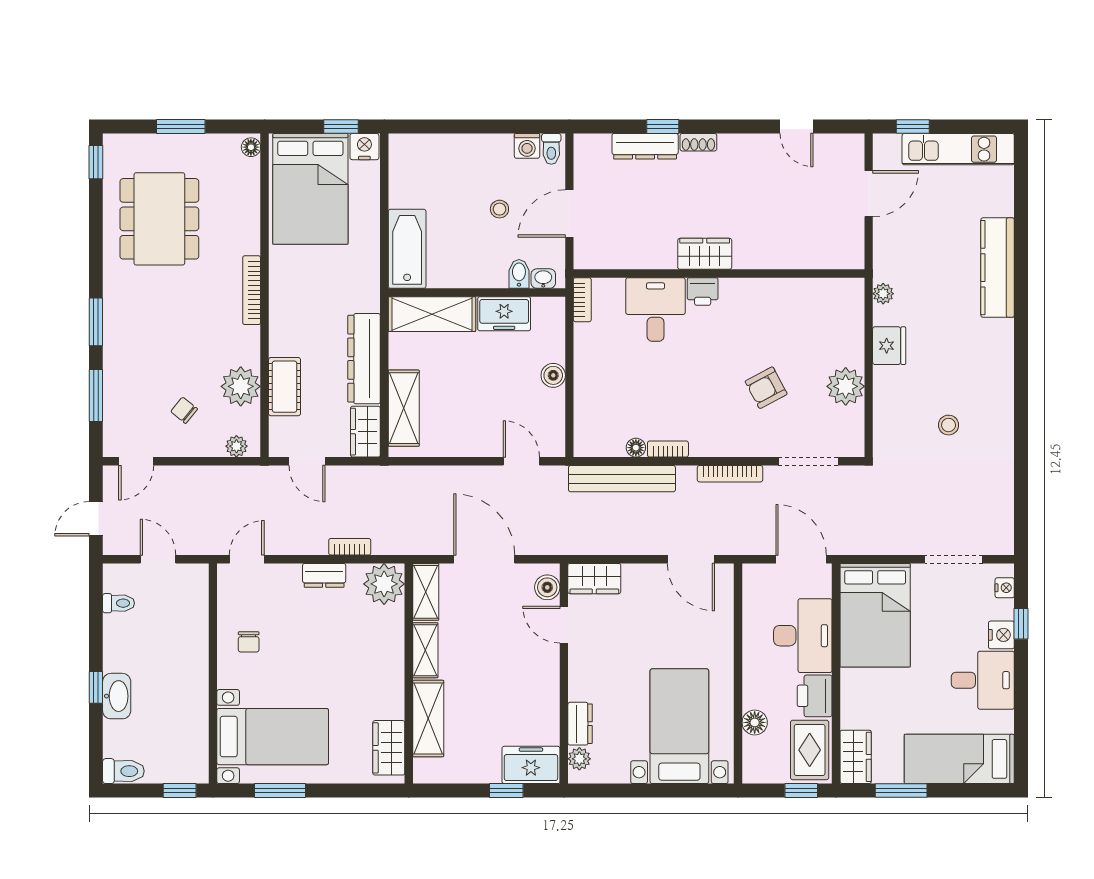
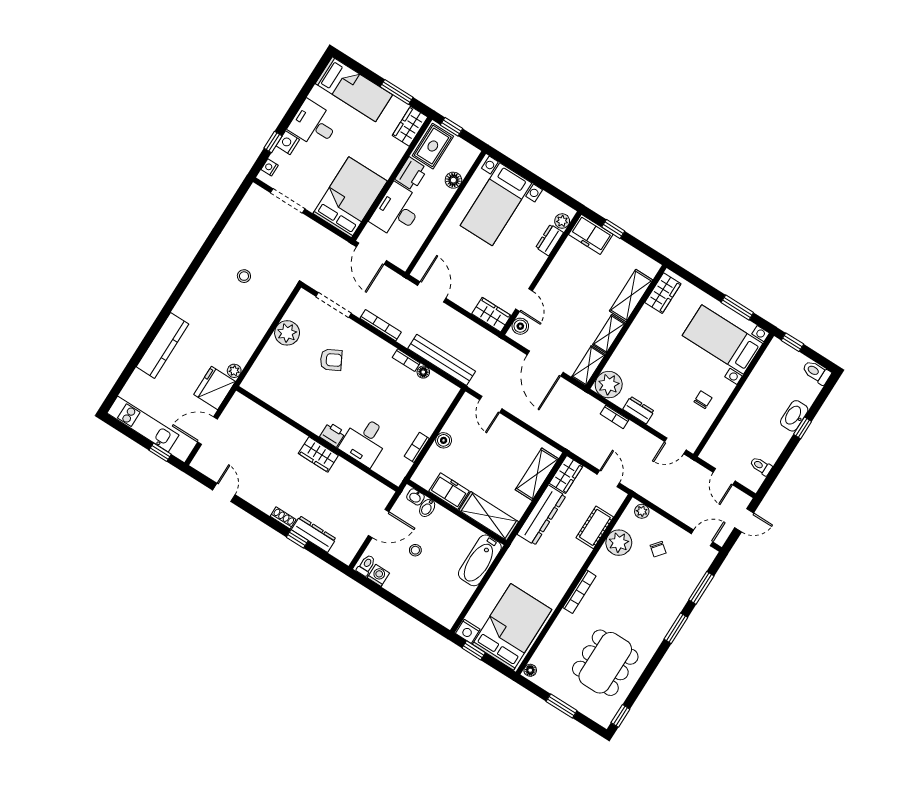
bookcase: (582, 300) -> (417, 447), moved
fridge: (889, 346) -> (215, 388), moved, width x1.36, depth x1.34

